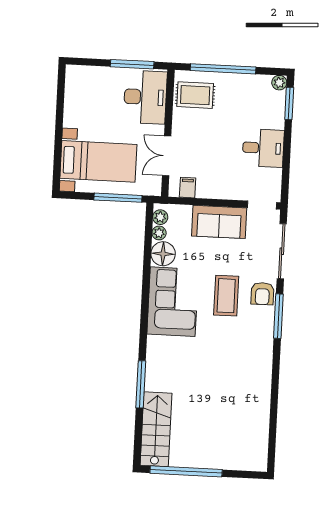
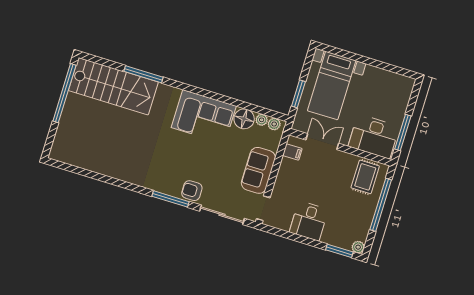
window: (118, 198) -> (298, 94), width x0.69
coffee table: (226, 296) -> (198, 161), removed
stairs: (156, 429) -> (113, 86), width x1.36, depth x1.51

